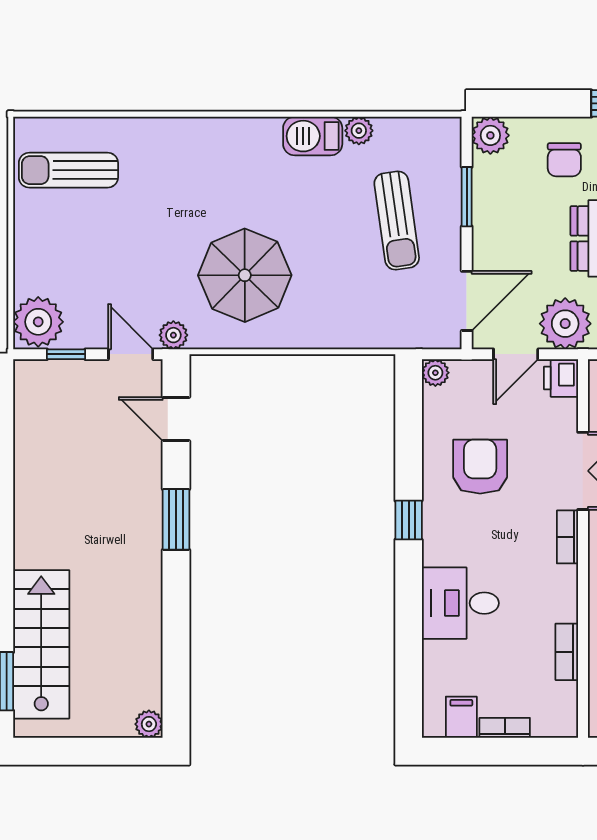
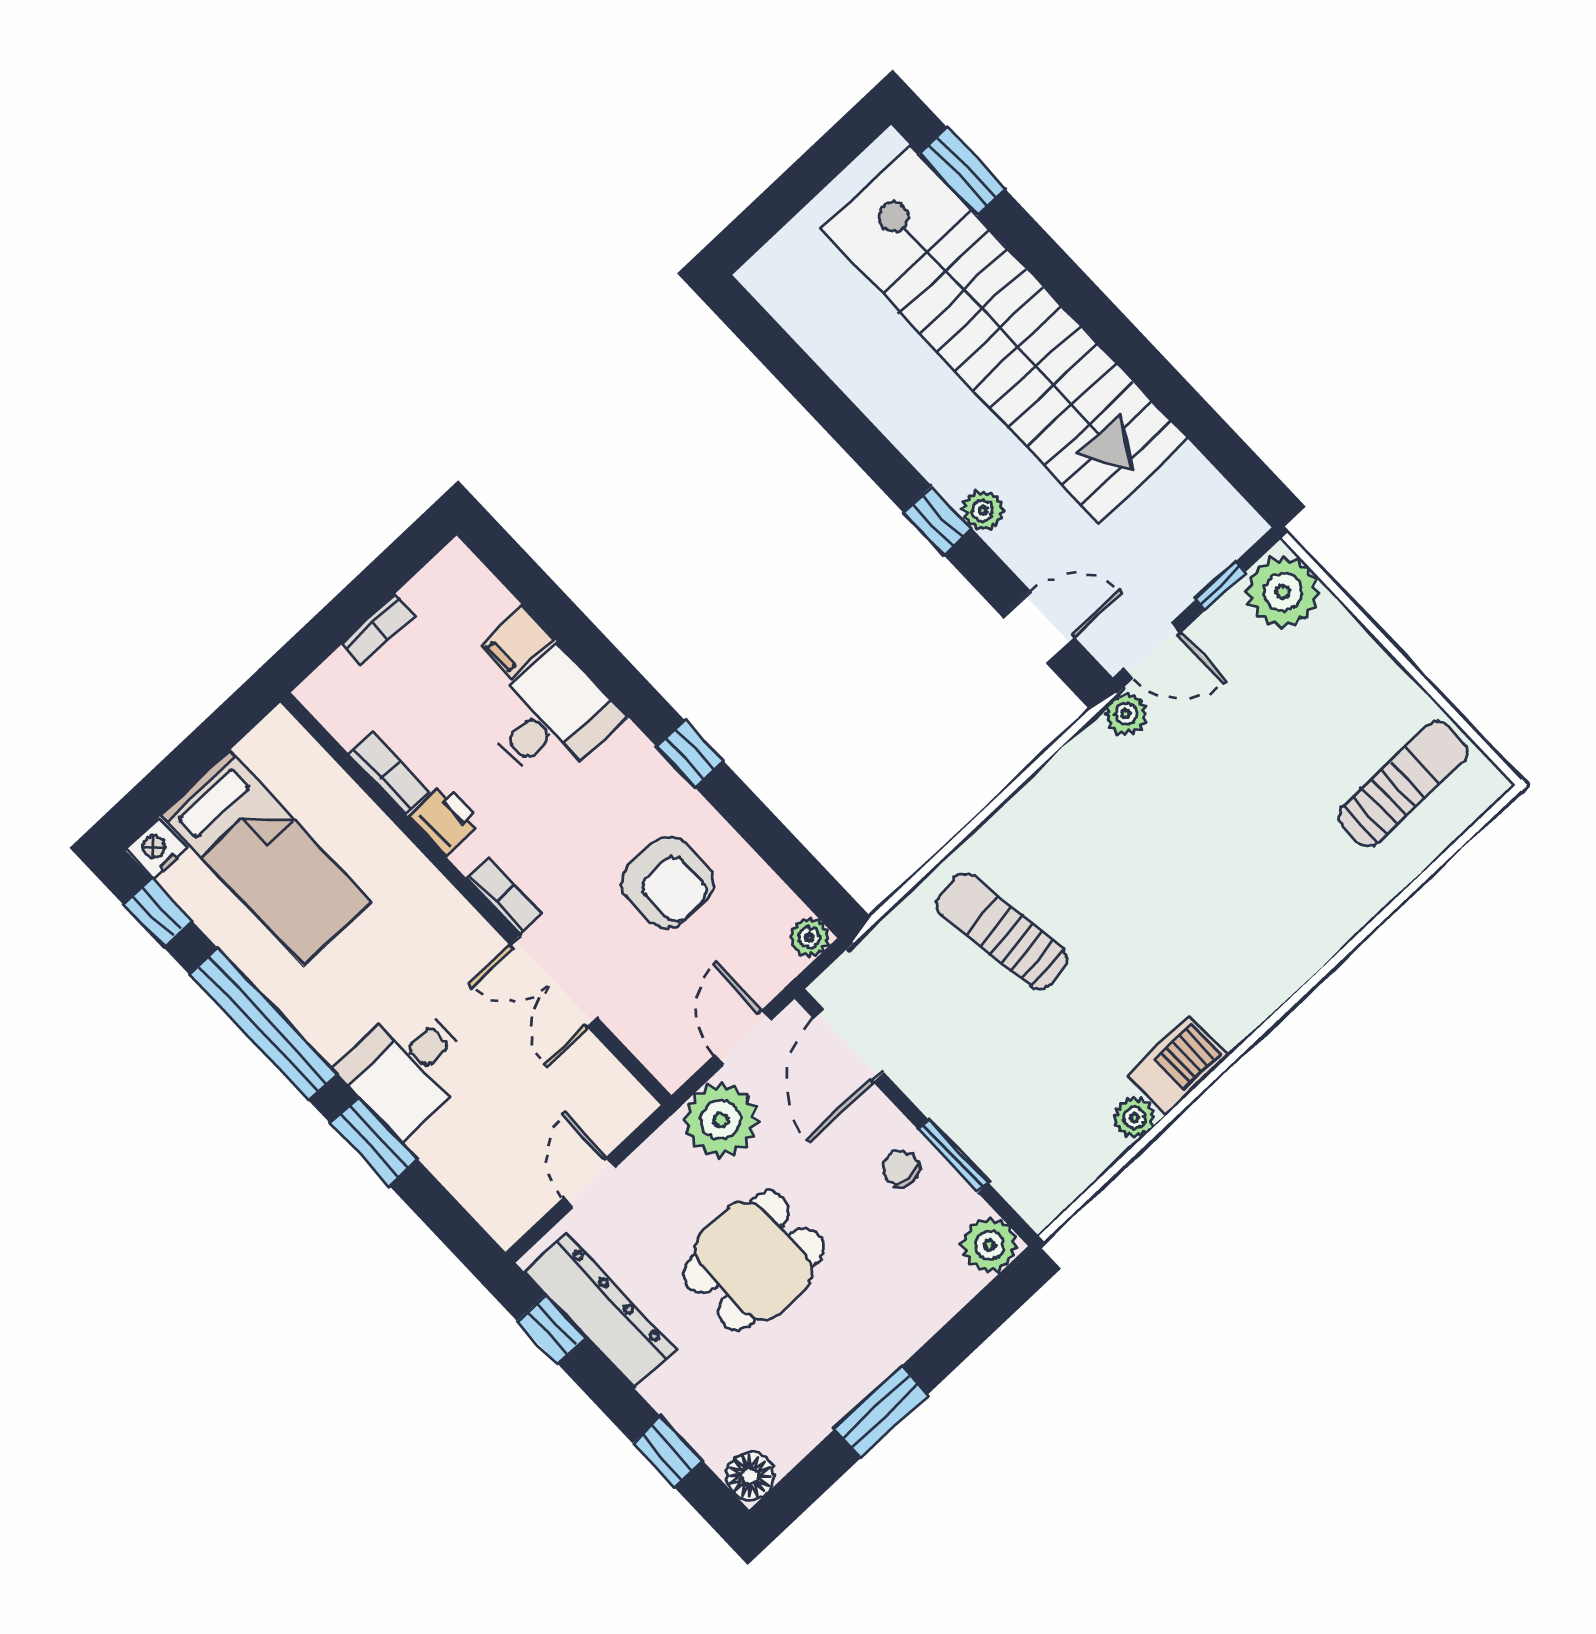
chair: (564, 160) -> (901, 1168), moved, width x0.73, depth x0.73
sun lounger: (397, 220) -> (1002, 931), moved
parasol: (245, 275) -> (1110, 849), removed
printer: (561, 378) -> (445, 820), moved
window: (176, 519) -> (938, 521), width x0.67
stairs: (41, 644) -> (1004, 334), width x1.86, depth x1.51
filing cabinet: (461, 717) -> (516, 642), moved, turned 90
plant: (149, 724) -> (983, 510), moved

